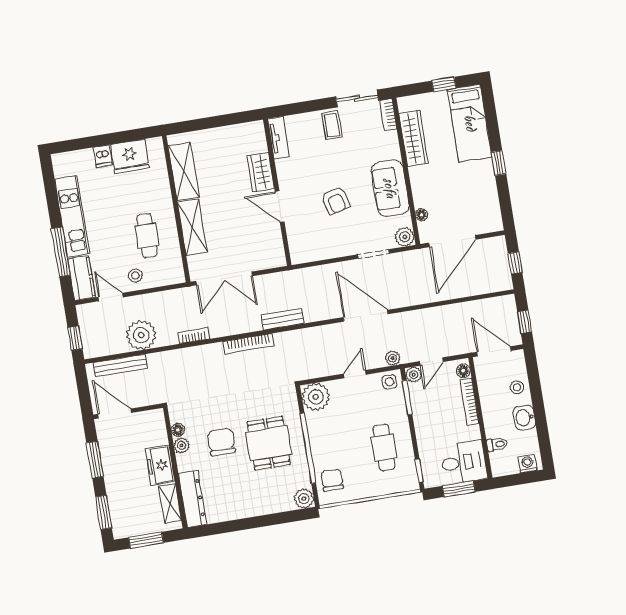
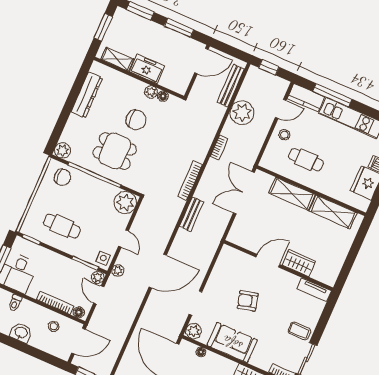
stool: (517, 387) -> (54, 326), moved
dresser: (192, 499) -> (87, 95), moved, turned -90

